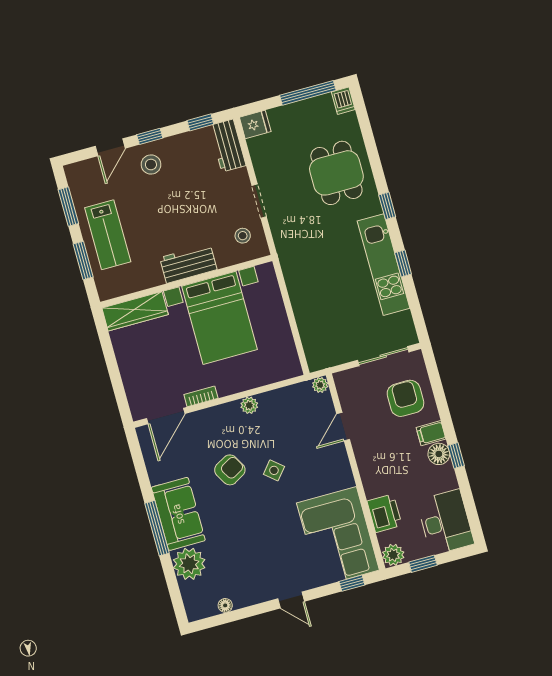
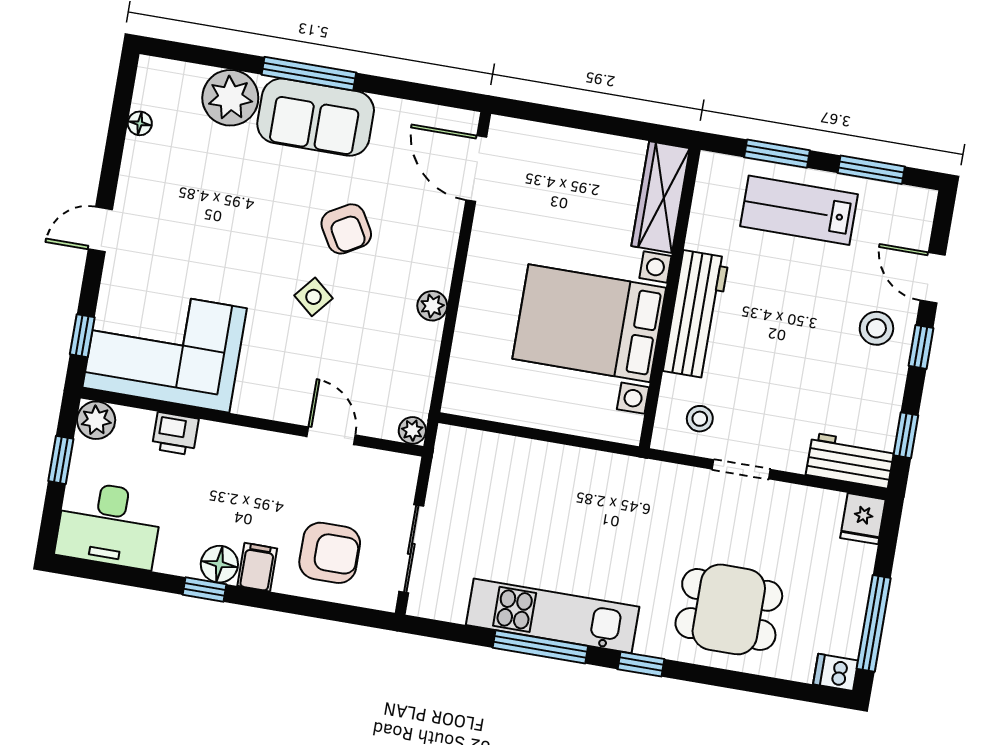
window: (403, 263) -> (540, 647), width x2.17
workbench: (188, 264) -> (696, 314), width x1.38
bookcase: (201, 396) -> (481, 238), removed
printer: (384, 513) -> (175, 434), width x0.73, depth x0.81

